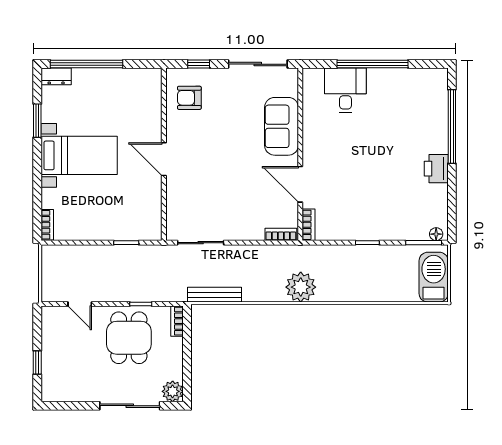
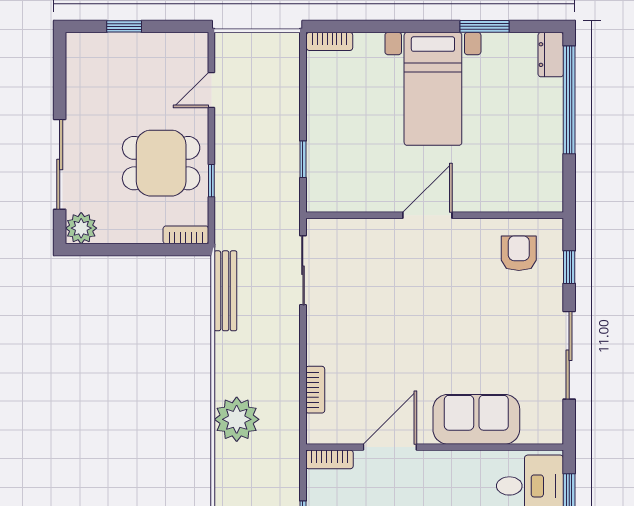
sofa: (282, 126) -> (476, 419), moved
wall: (300, 154) -> (435, 447), moved
door: (300, 184) -> (390, 447), moved
bookcase: (308, 225) -> (329, 459), moved

